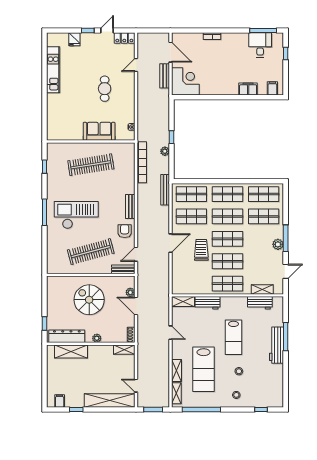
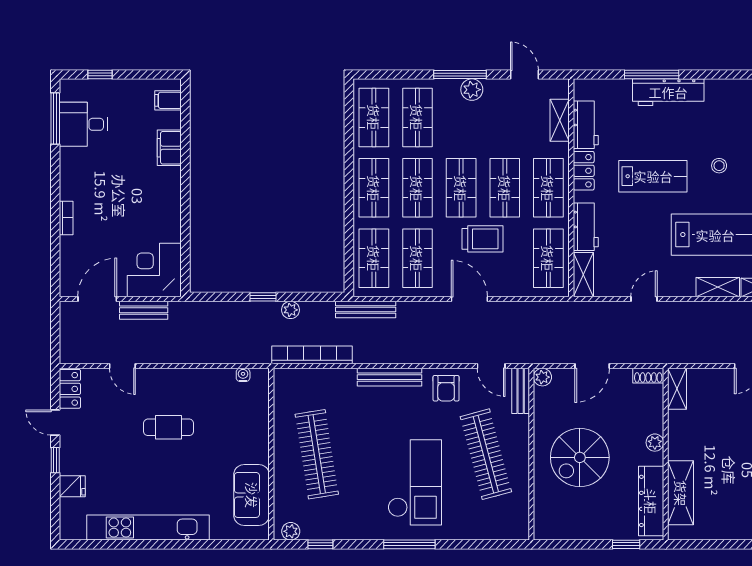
kitchen unit: (53, 70) -> (148, 528), width x1.36
sofa: (99, 131) -> (252, 495), moved
plant: (51, 151) -> (291, 531), added
bench: (130, 206) -> (389, 377), width x1.36
checkout: (76, 215) -> (415, 482), turned 180
armchair: (125, 231) -> (446, 388), turned -90
trolley: (201, 250) -> (483, 239), turned 180
shop shelf: (191, 284) -> (548, 258), added
plant: (130, 292) -> (542, 377), moved
locker: (236, 302) -> (584, 171), added

